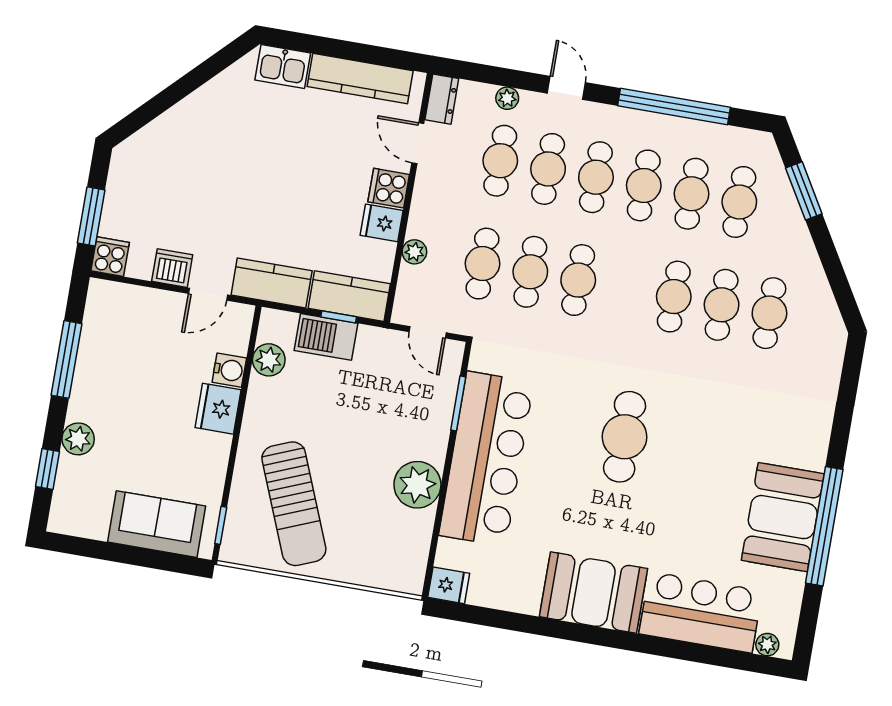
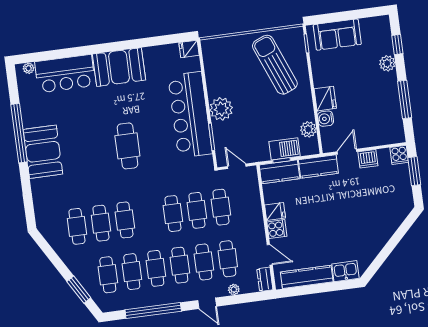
plant: (414, 252) -> (255, 203), removed
plant: (417, 485) -> (221, 109), moved
booth: (783, 517) -> (43, 152), moved

